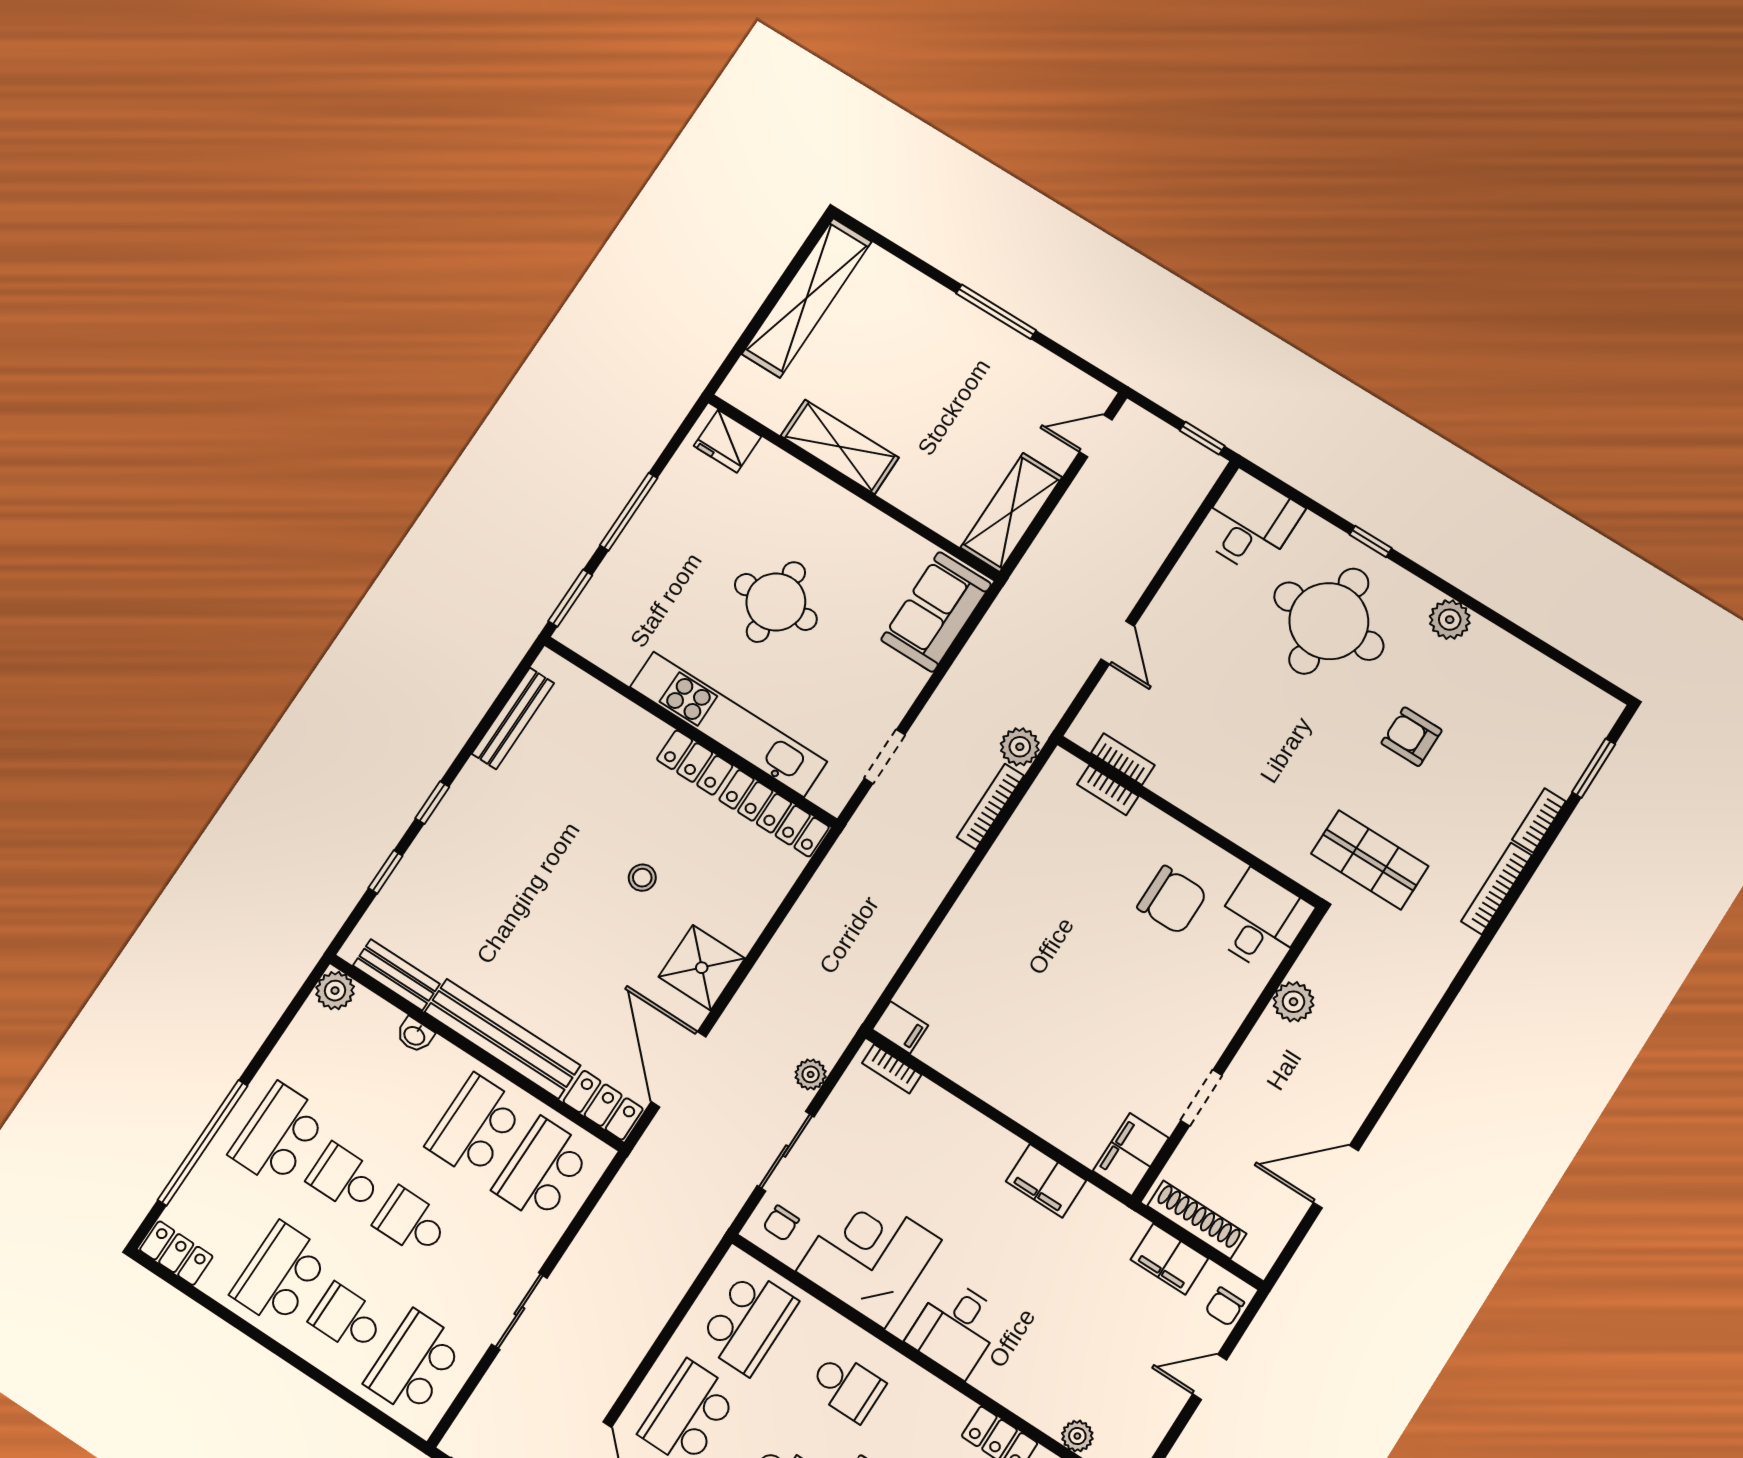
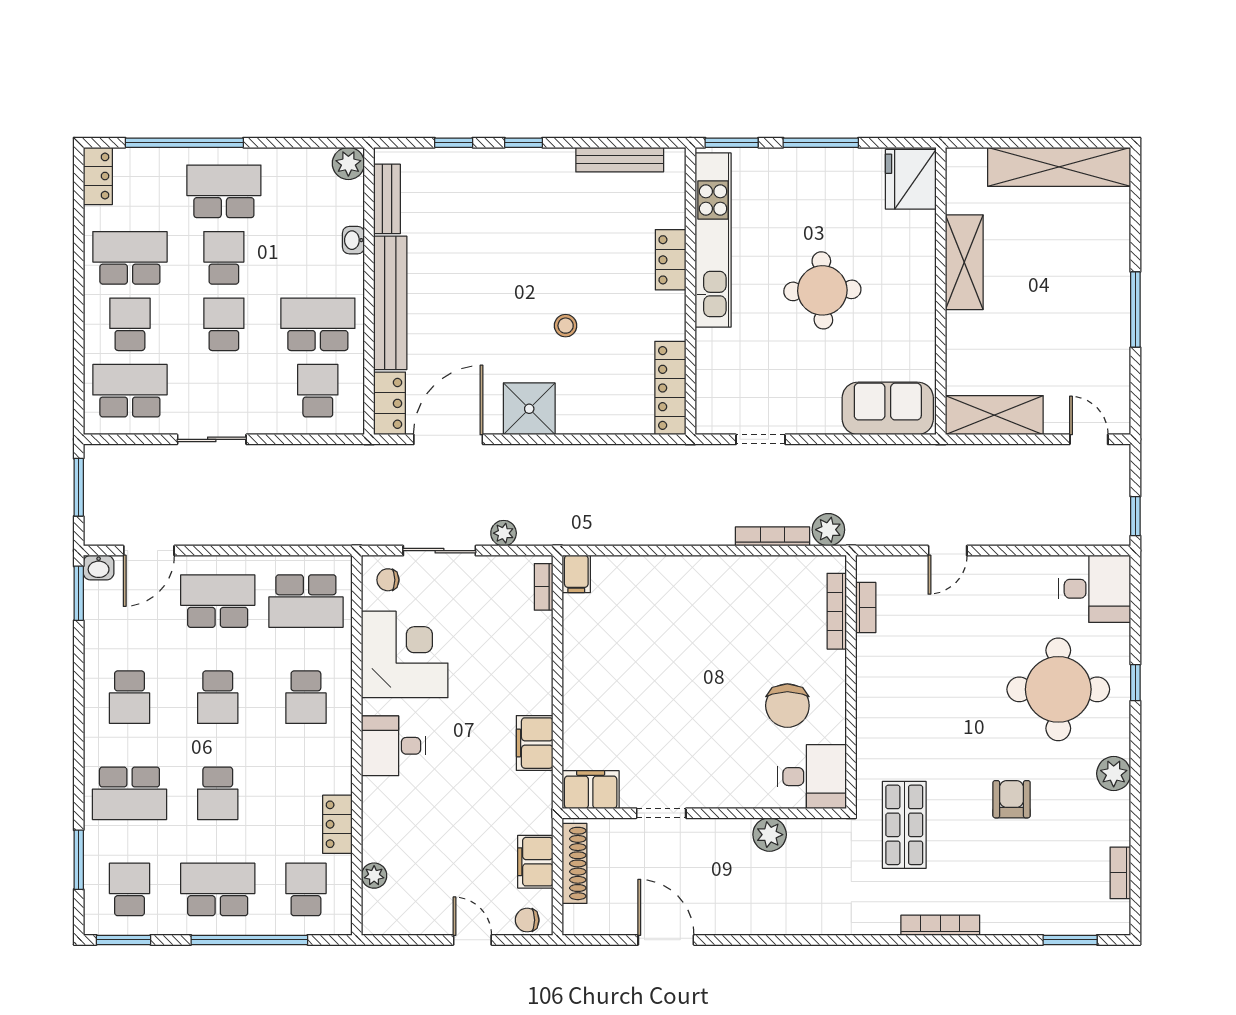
fridge: (727, 441) -> (911, 179), width x1.36, depth x1.34
kitchen unit: (728, 724) -> (713, 240), moved
locker: (695, 763) -> (671, 260), moved
bookcase: (1108, 790) -> (837, 611), width x1.56
bookcase: (1539, 821) -> (1120, 873), moved, turned -90
school desk: (542, 1170) -> (318, 391), width x0.54

